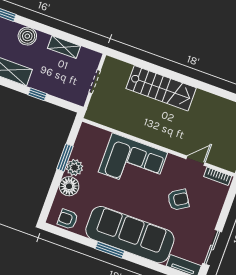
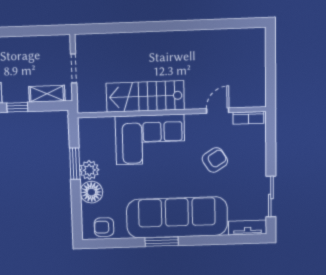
shelving: (64, 47) -> (47, 94), moved
stairs: (161, 88) -> (145, 96), moved, turned 180

